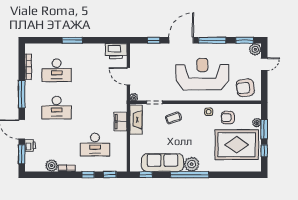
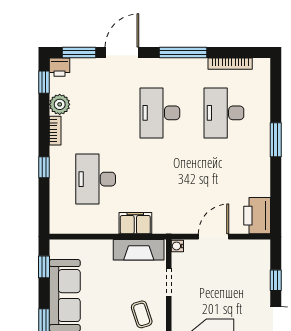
printer: (30, 145) -> (60, 67), moved
window: (110, 175) -> (44, 82), moved

